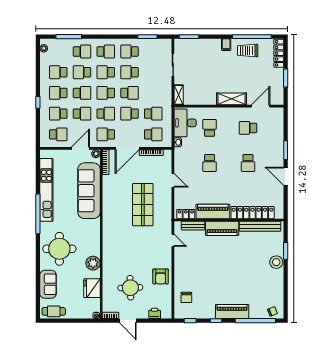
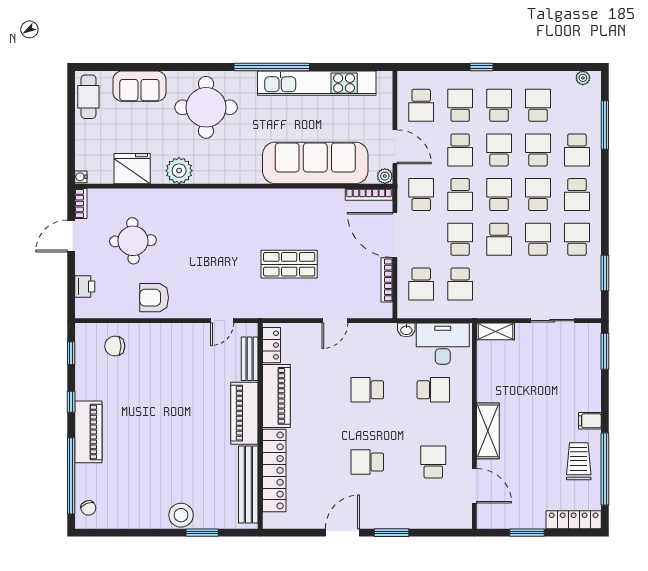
school desk: (82, 93) -> (499, 150), turned 180
shop shelf: (143, 205) -> (289, 264), width x0.70, depth x0.74

